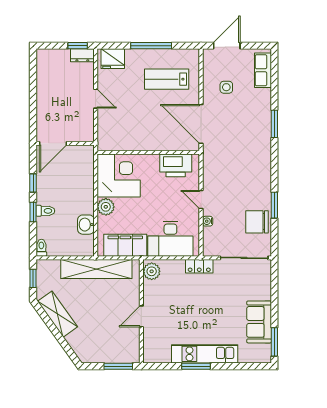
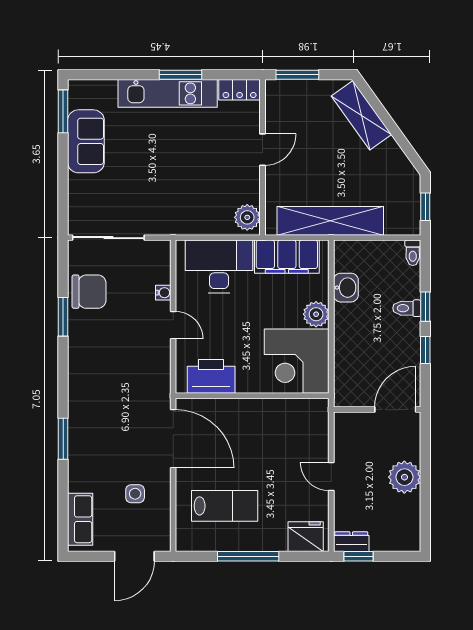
plant: (47, 98) -> (404, 477), added
locker: (199, 266) -> (240, 90), moved, turned 180
shelving: (57, 314) -> (361, 115), moved

